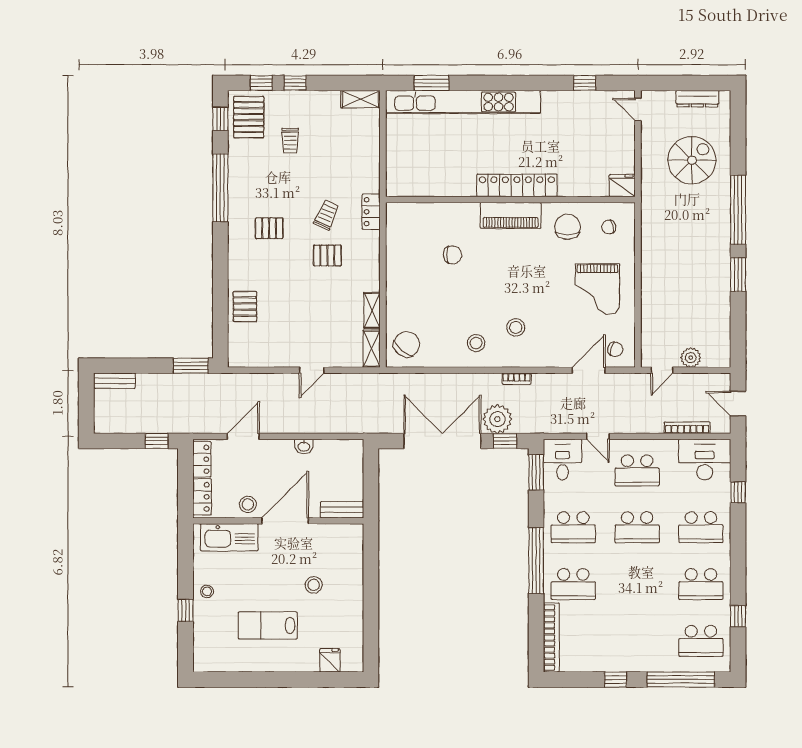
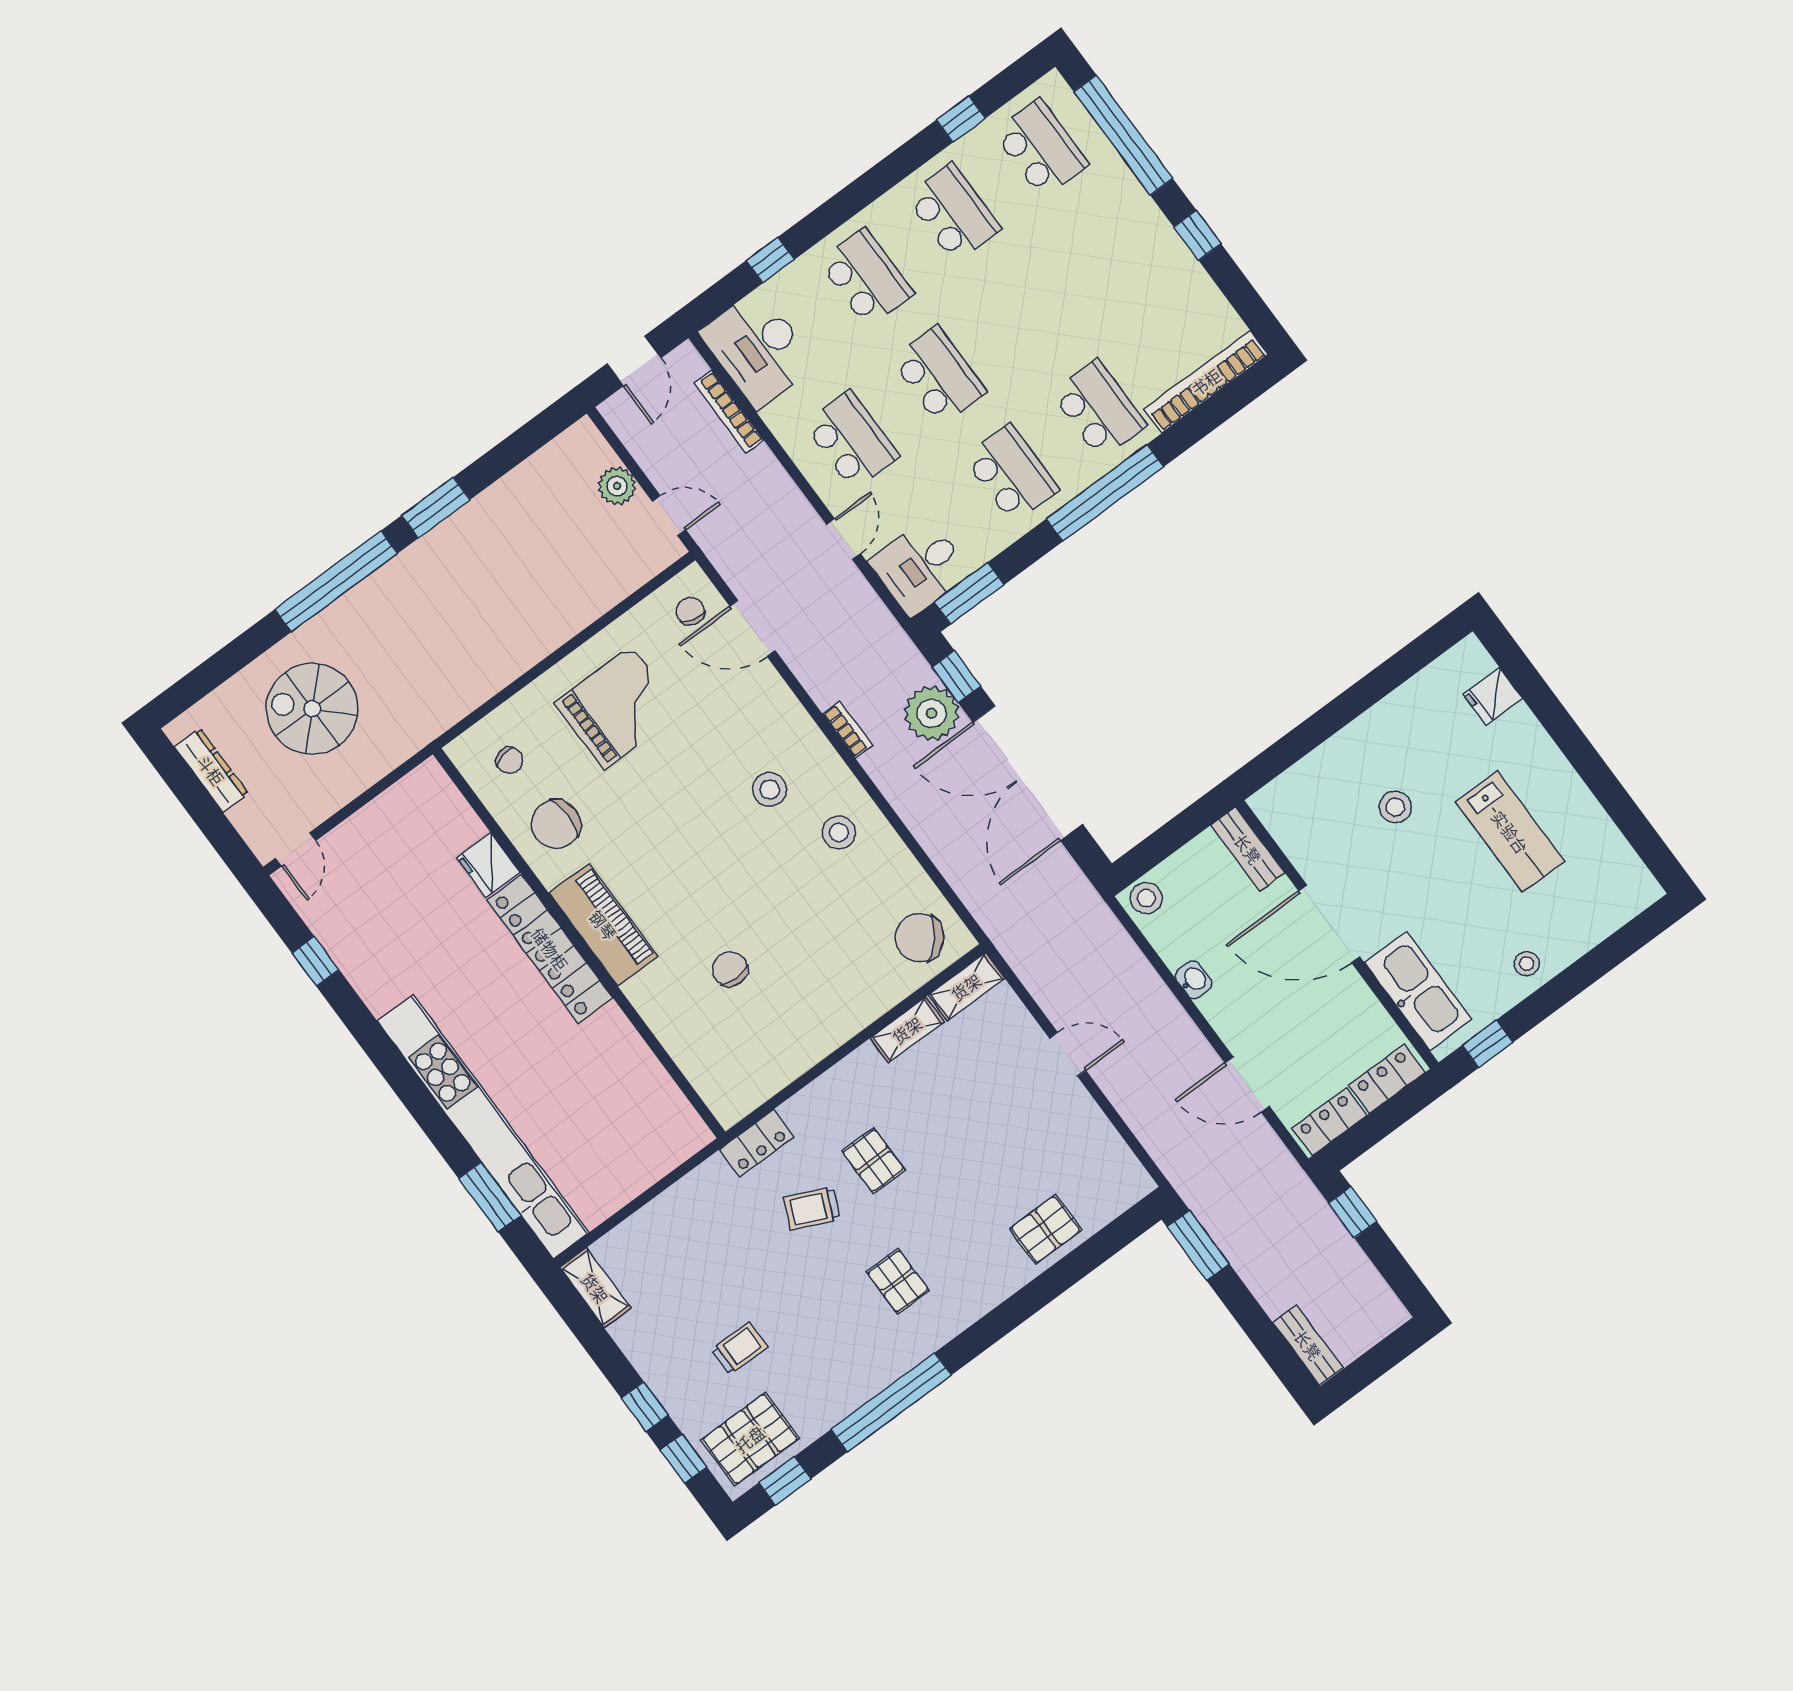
fridge: (622, 186) -> (488, 865), moved
stool: (248, 504) -> (1146, 898), moved
window: (185, 610) -> (1488, 1044), moved

